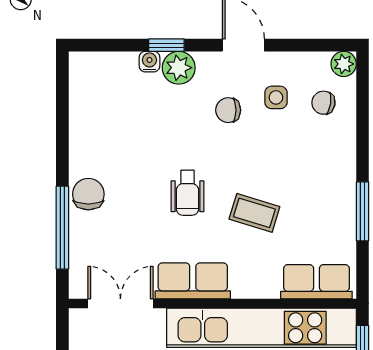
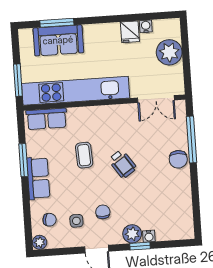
chair: (228, 110) -> (103, 212), turned -90
wheelchair: (187, 193) -> (122, 164), turned 146
coffee table: (254, 213) -> (84, 155), turned 70
row of seats: (193, 281) -> (38, 178), moved, turned -90

